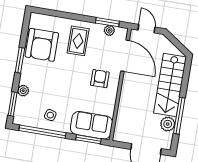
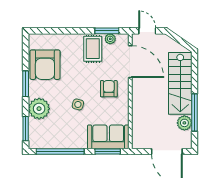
rug: (78, 41) -> (93, 49), moved
plant: (23, 91) -> (39, 109), width x1.87, depth x1.87
side table: (50, 115) -> (78, 104), moved

